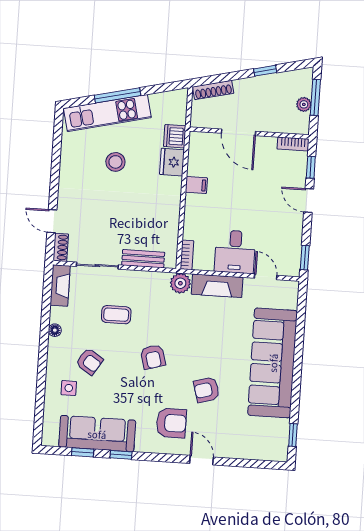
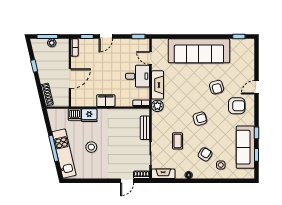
filing cabinet: (196, 185) -> (106, 101), width x2.00
door: (266, 277) -> (151, 58), hinge flipped
armchair: (171, 423) -> (237, 106), turned 90

